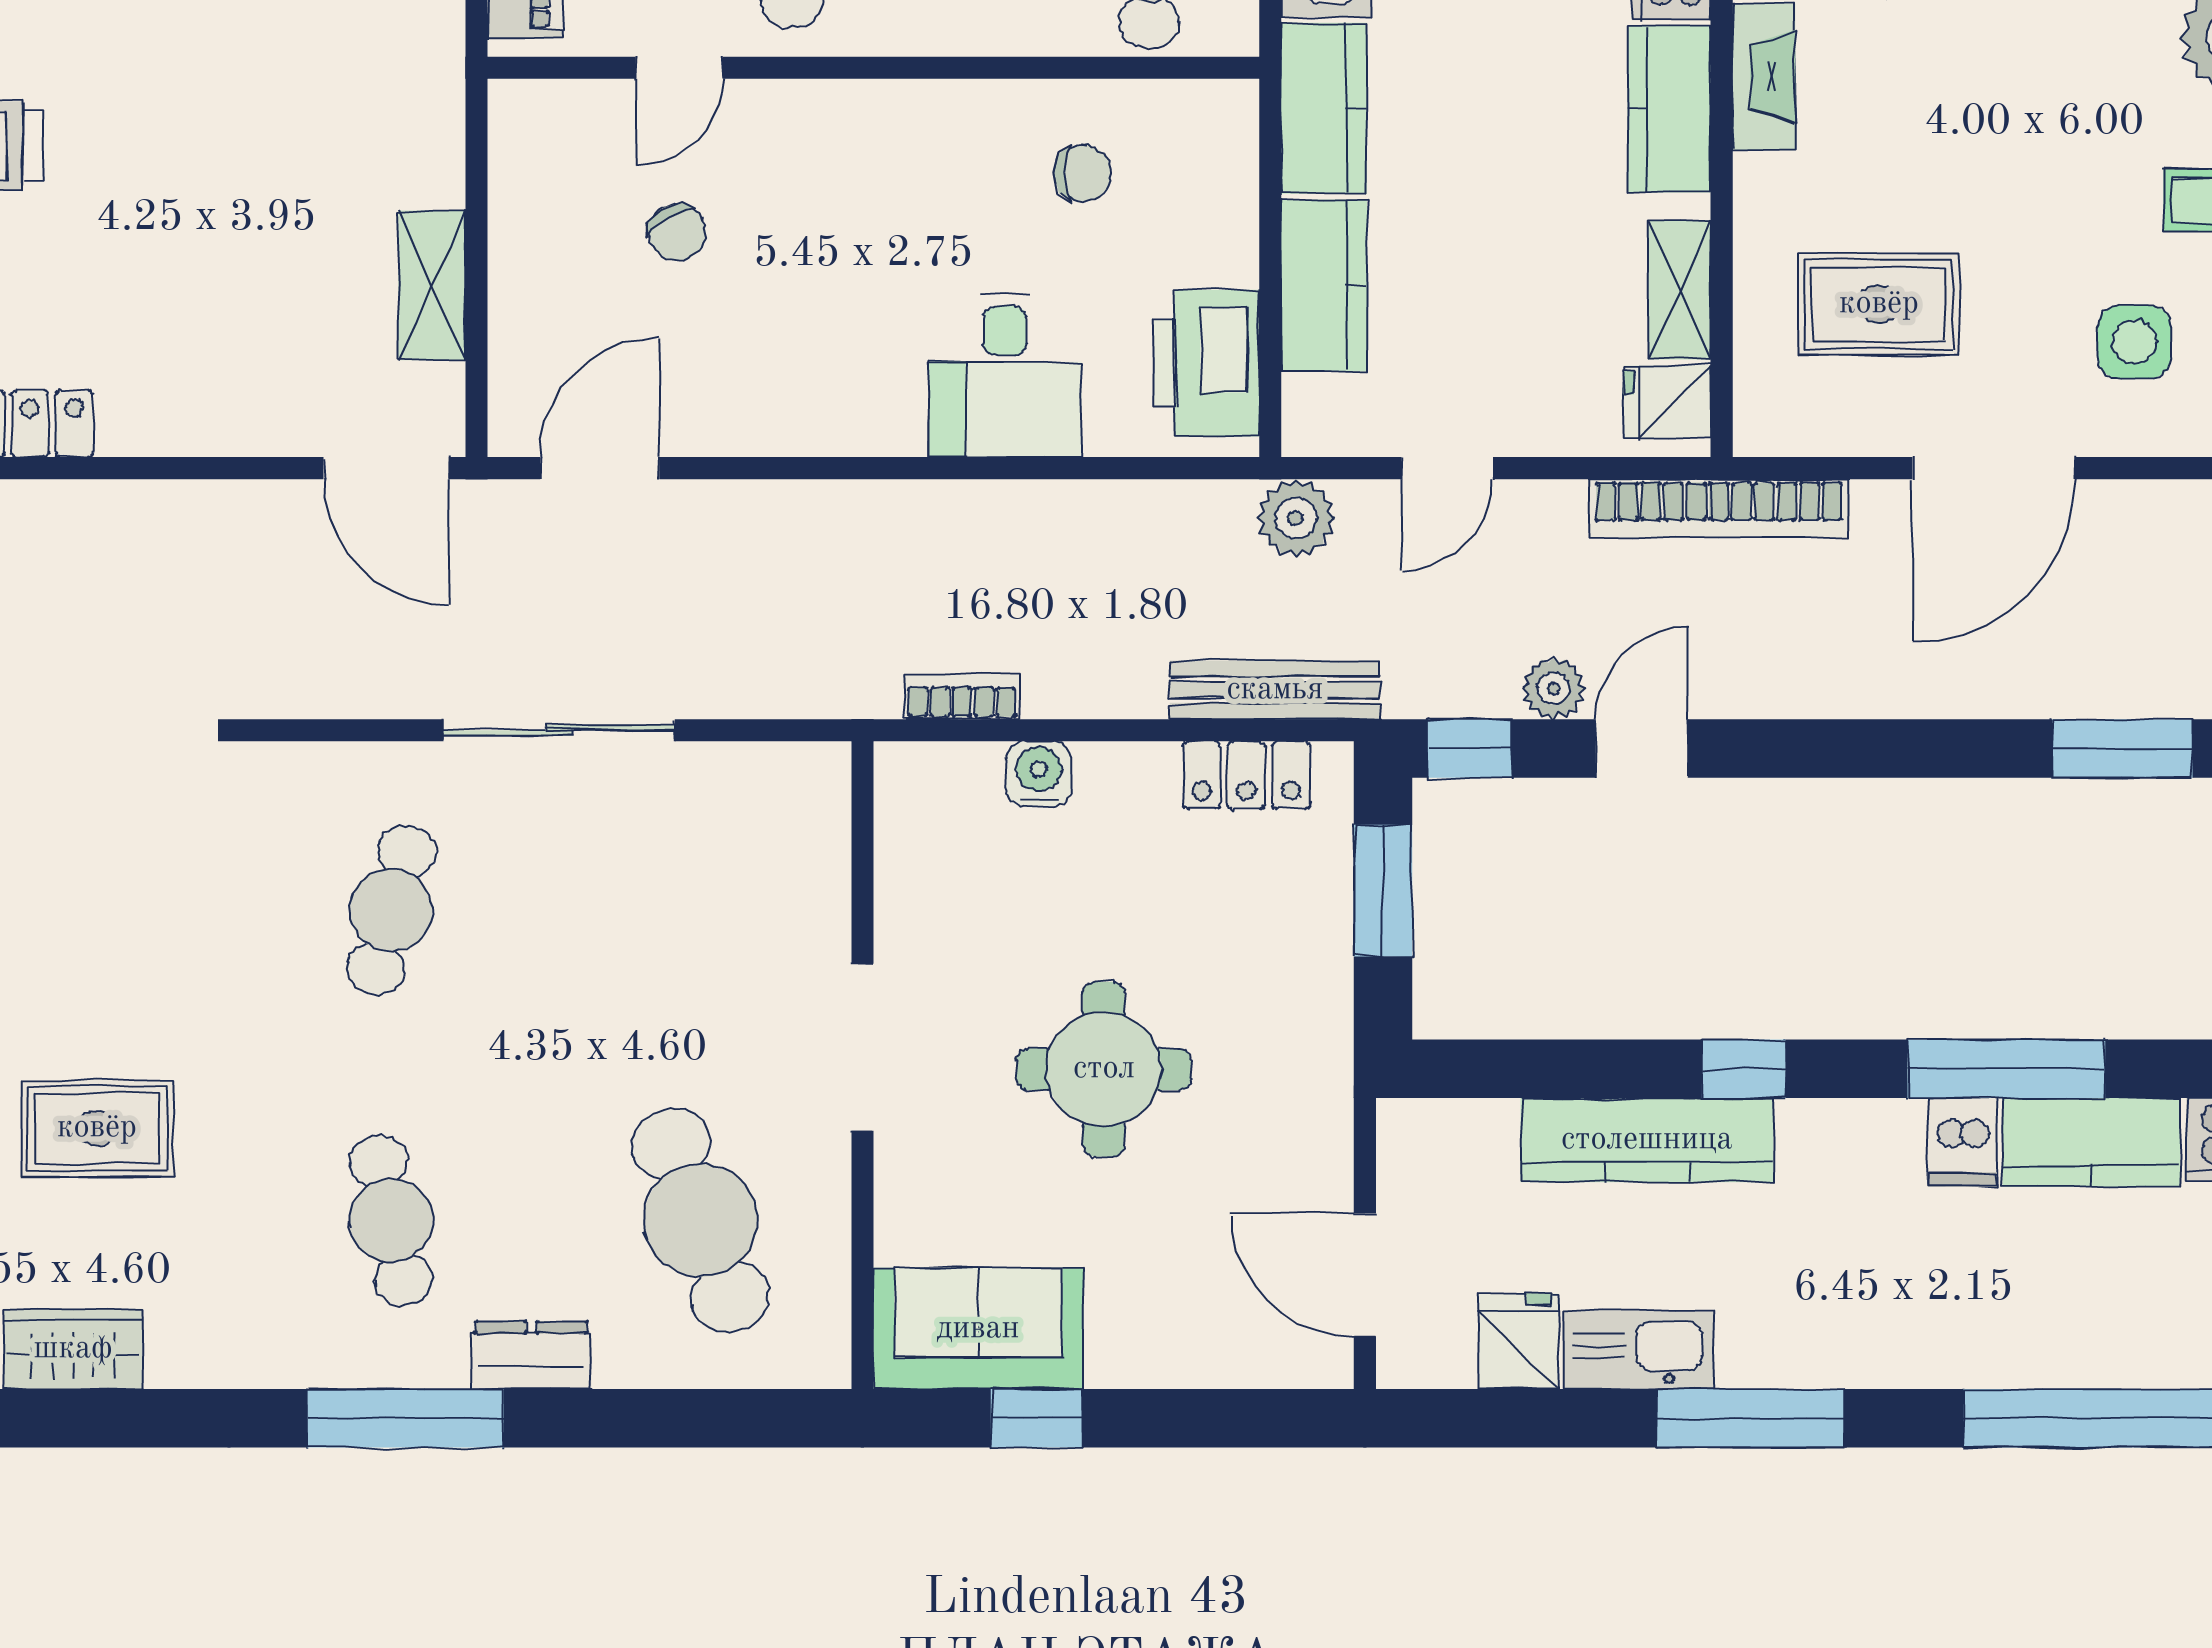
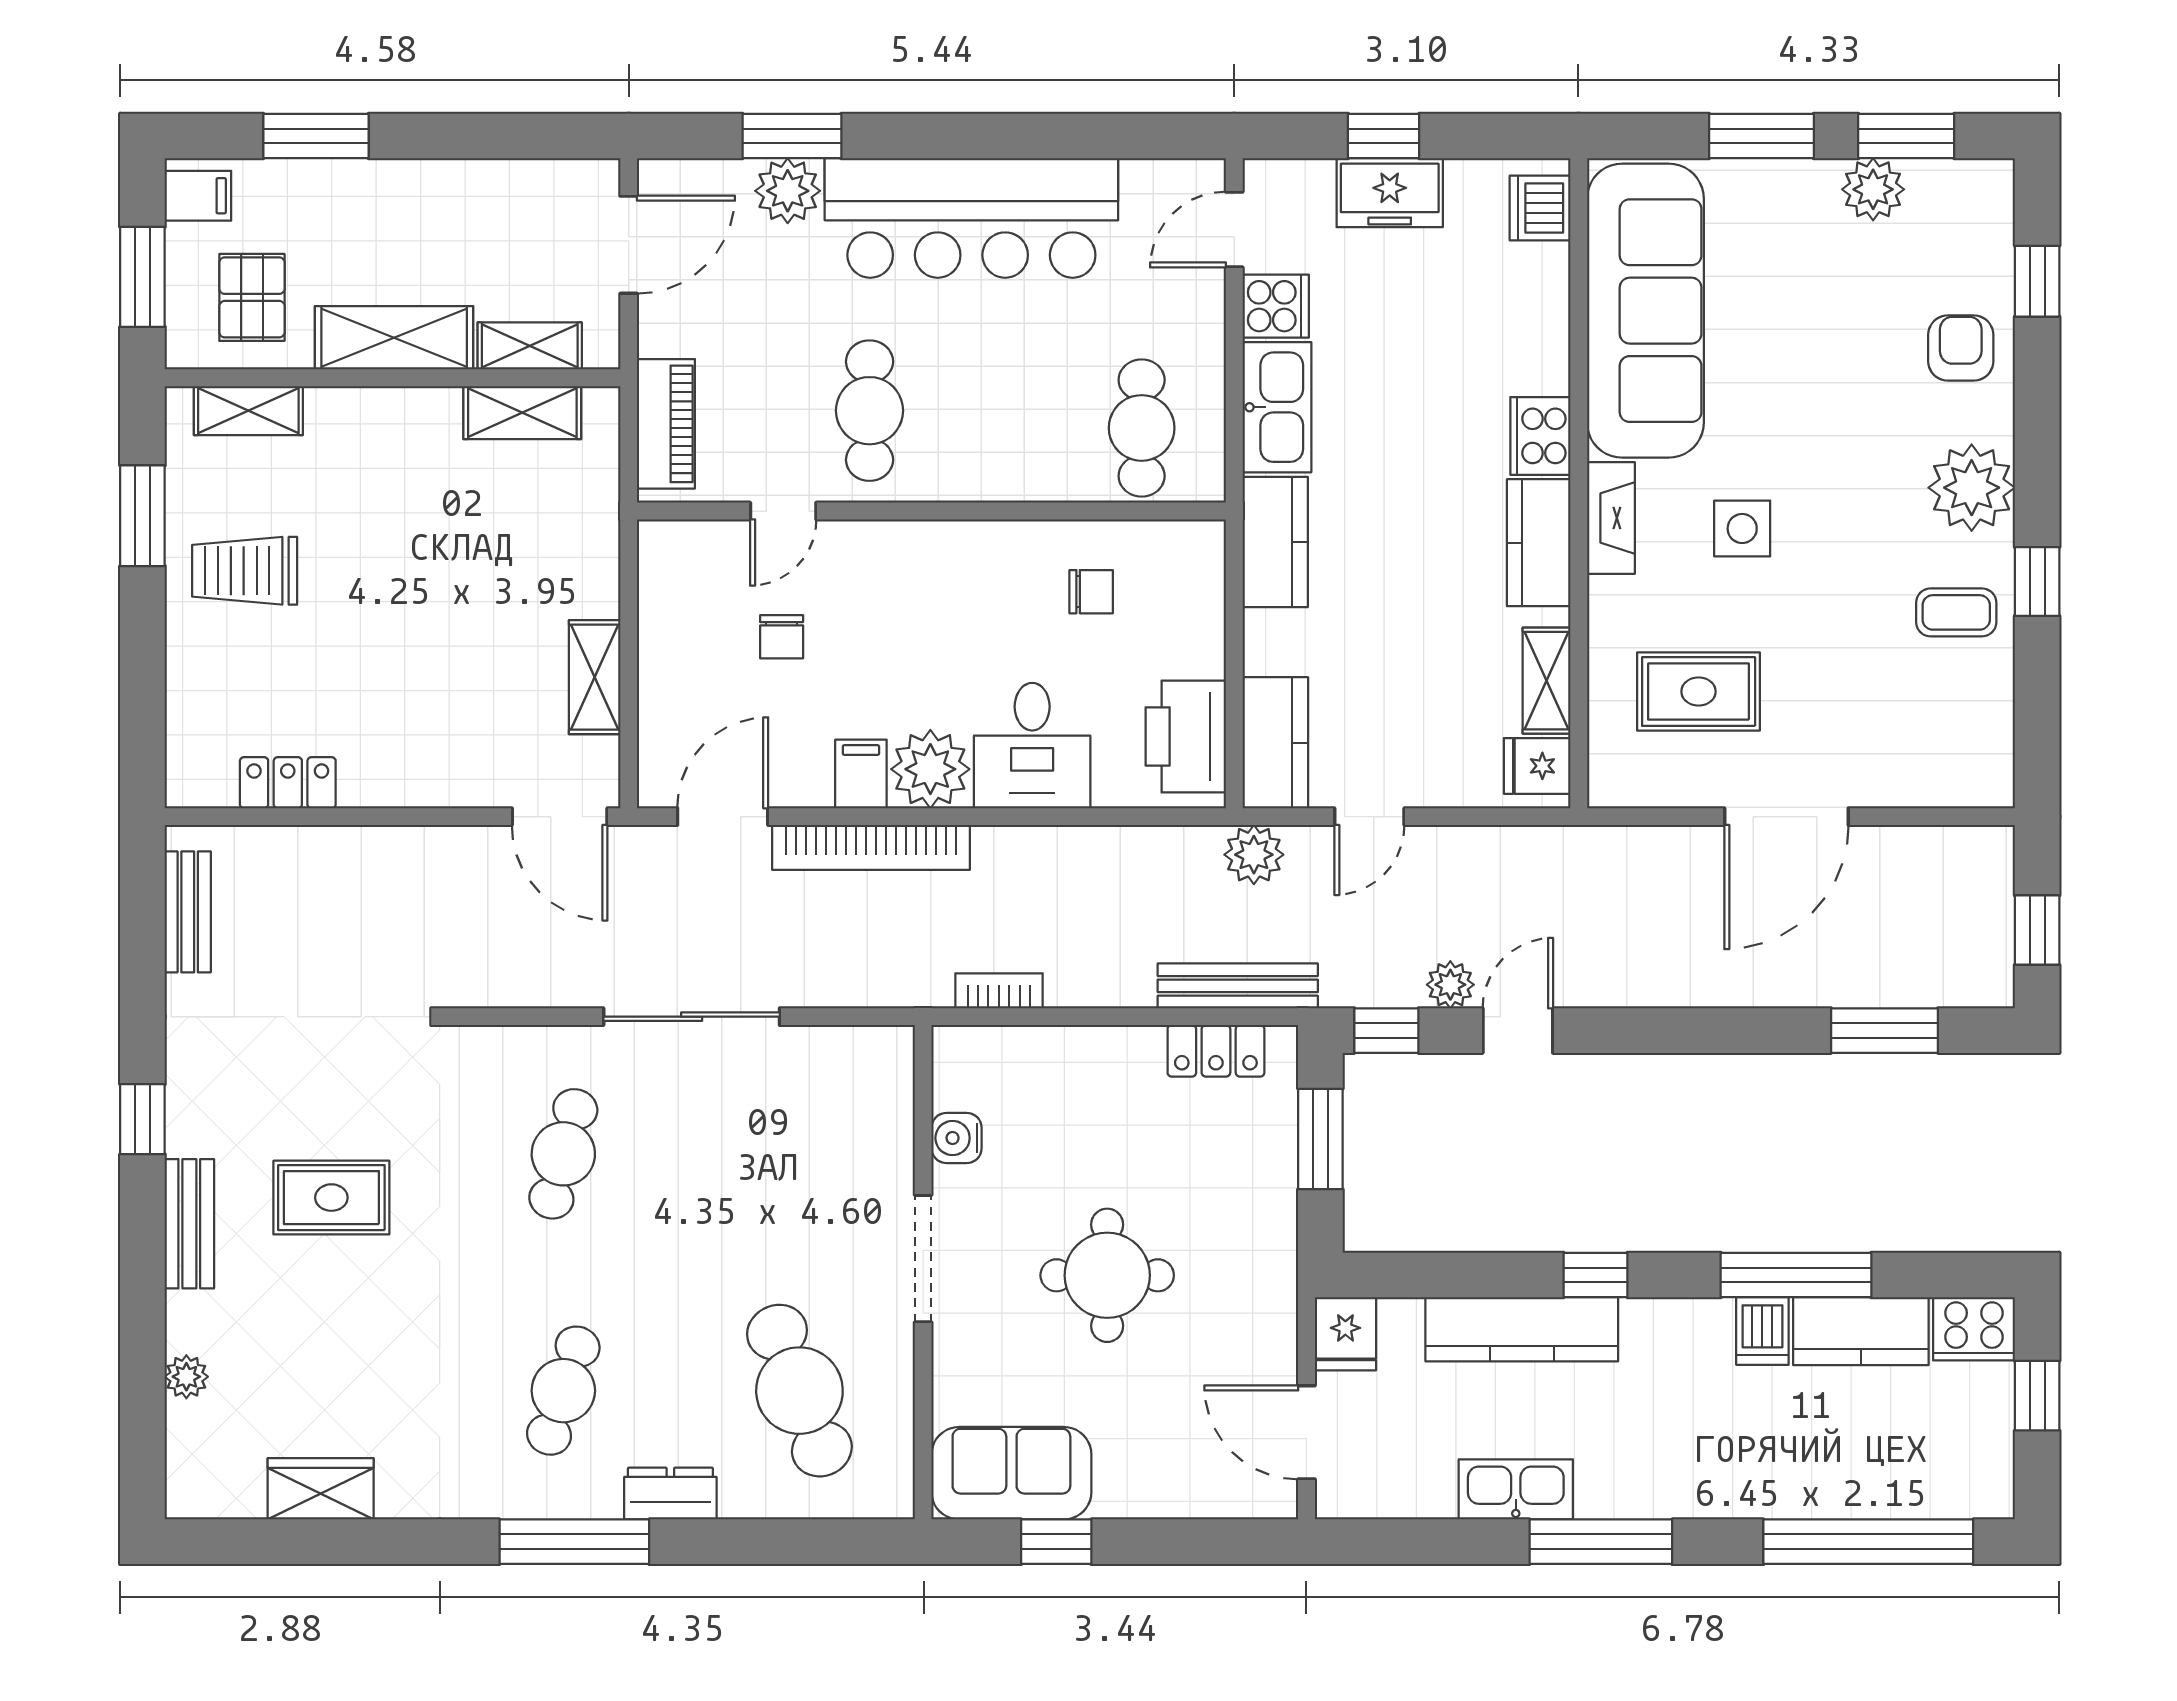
chair: (677, 232) -> (782, 637), turned 31
kitchen counter: (1324, 285) -> (1275, 743), moved
side table: (2134, 342) -> (1742, 529), moved
plant: (872, 406) -> (930, 769), added
filing cabinet: (781, 412) -> (861, 774), added
bookcase: (1719, 508) -> (871, 847), moved
water cooler: (1039, 774) -> (957, 1138), moved, turned -90
rug: (97, 1128) -> (331, 1198), moved
cafe table: (391, 1220) -> (563, 1391), turned 30
fridge: (1518, 1341) -> (1345, 1334), moved, turned 180

